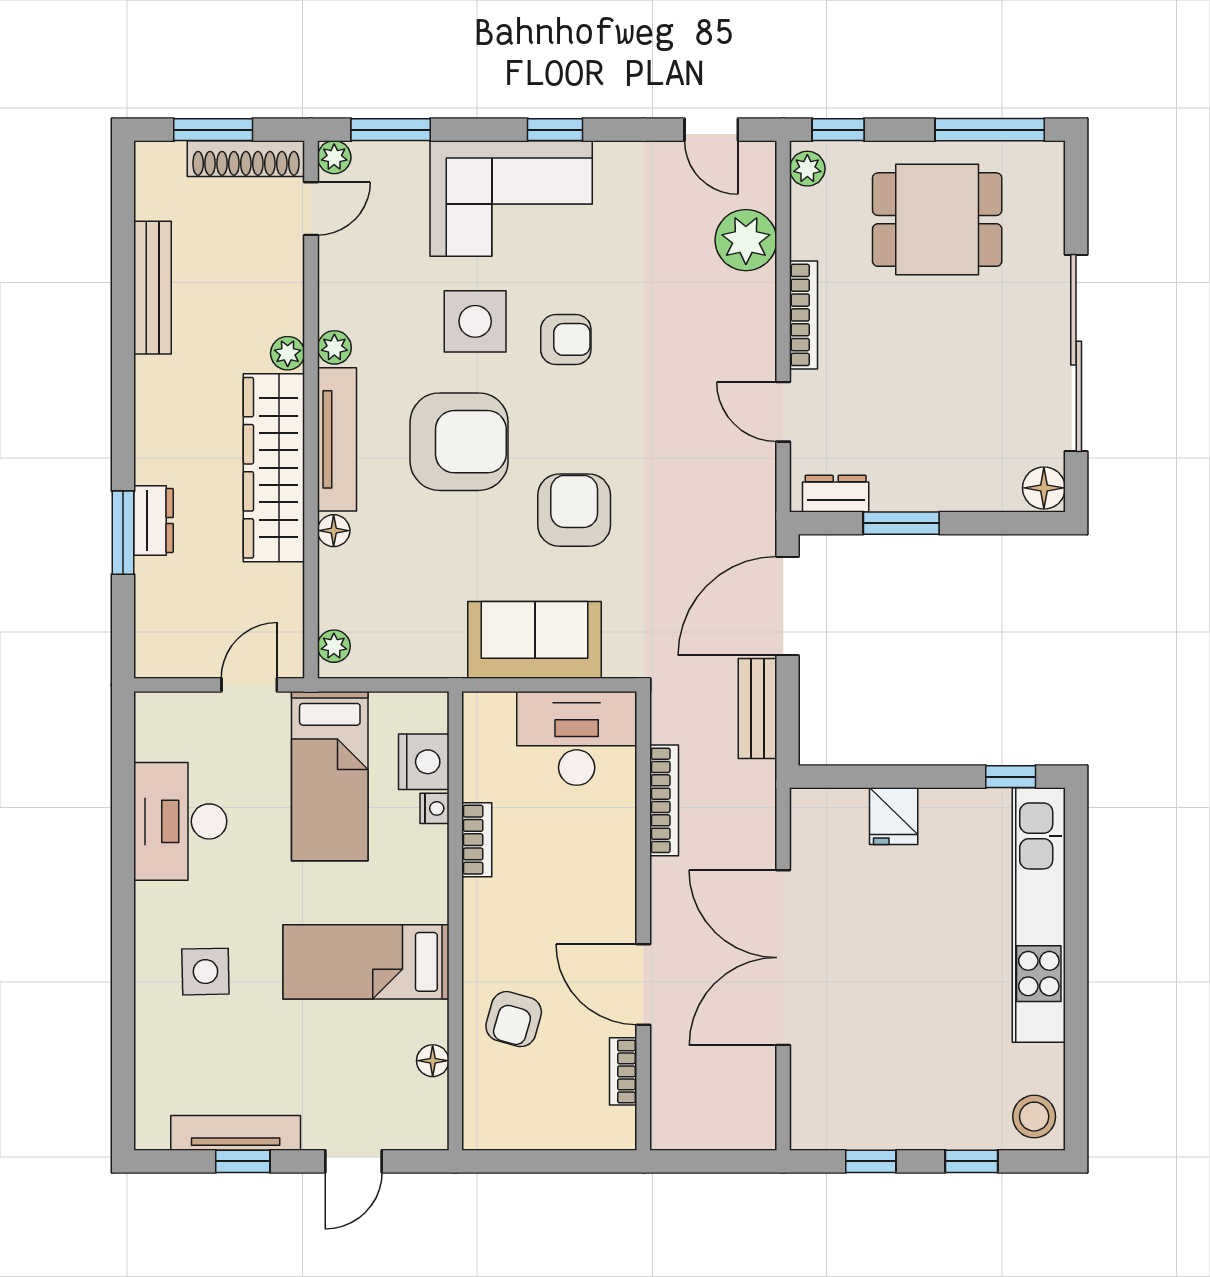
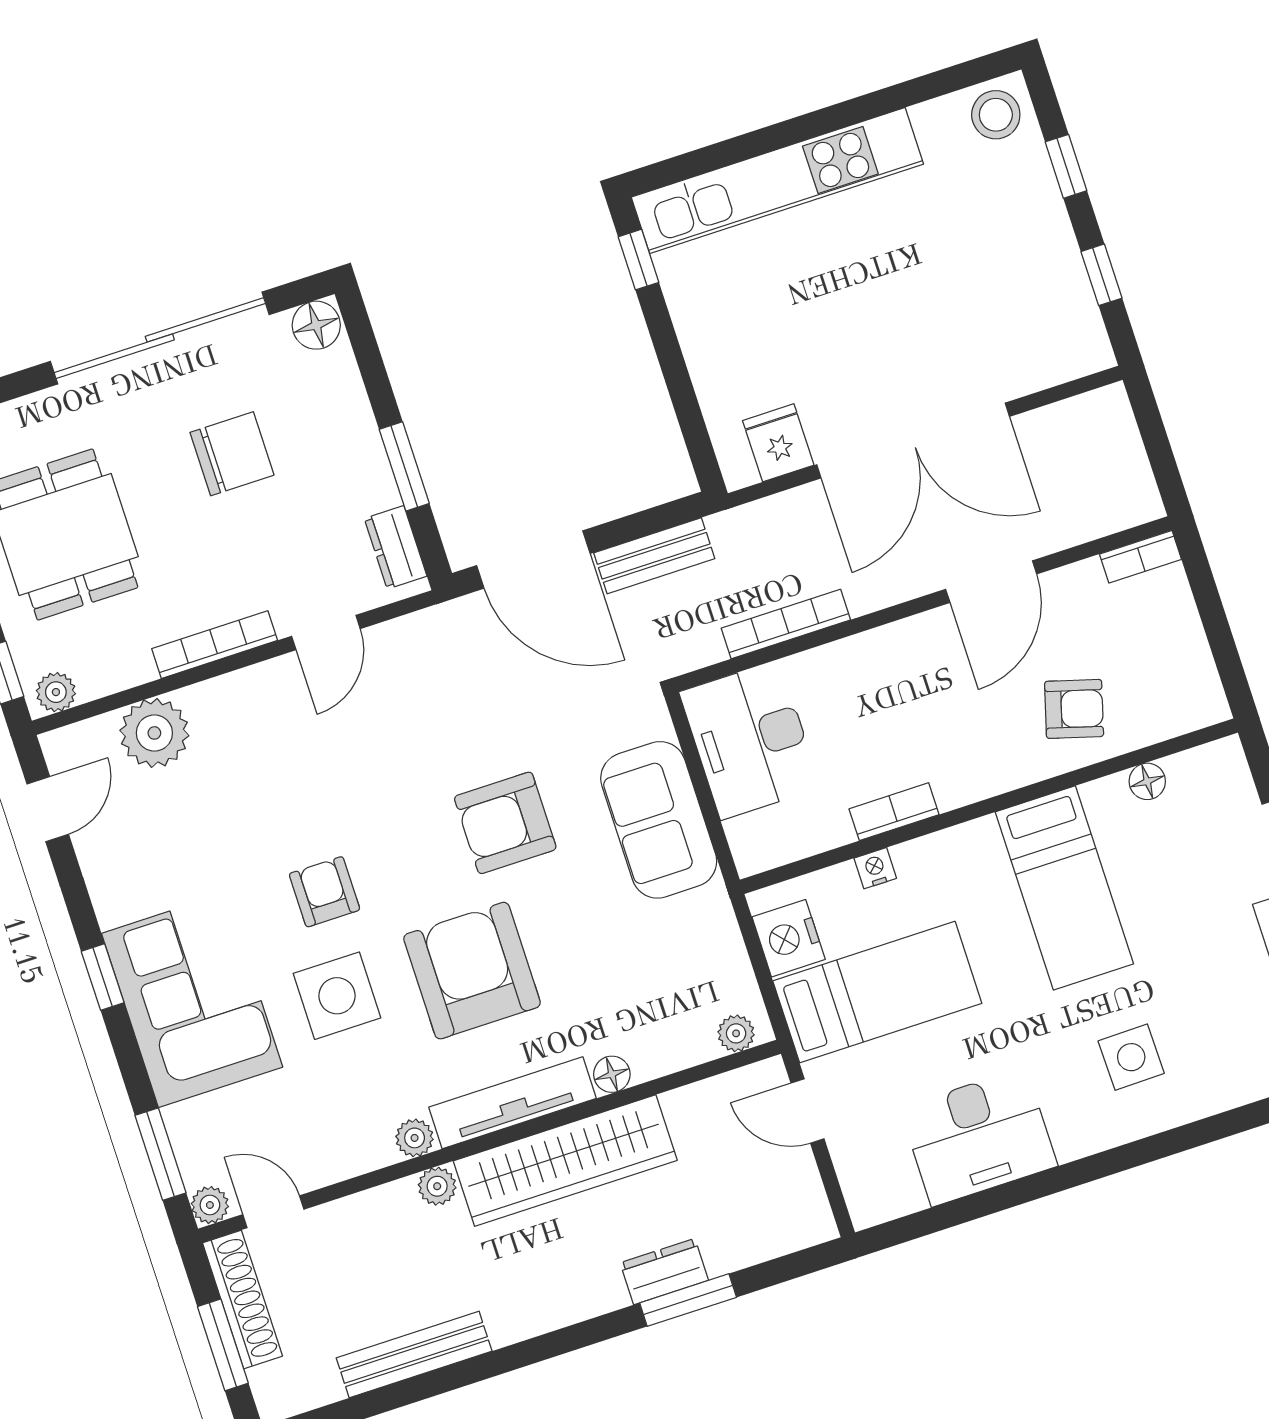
chair: (959, 382) -> (232, 454), added
nightstand: (424, 762) -> (789, 938), moved, turned -90
fridge: (894, 816) -> (778, 443), moved, turned -90
bookcase: (623, 1071) -> (1140, 557), moved

